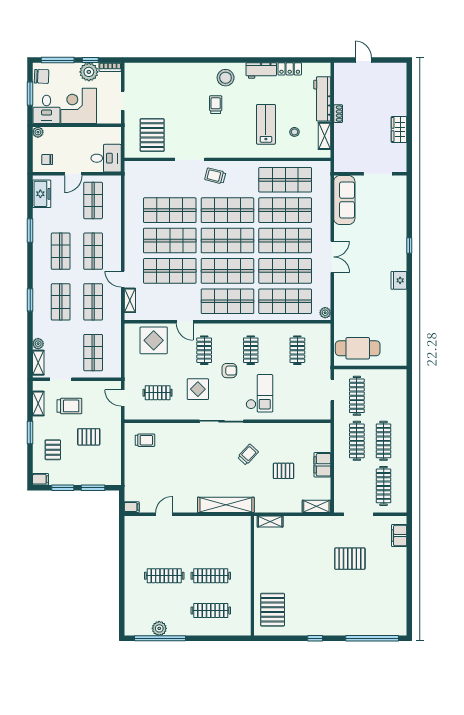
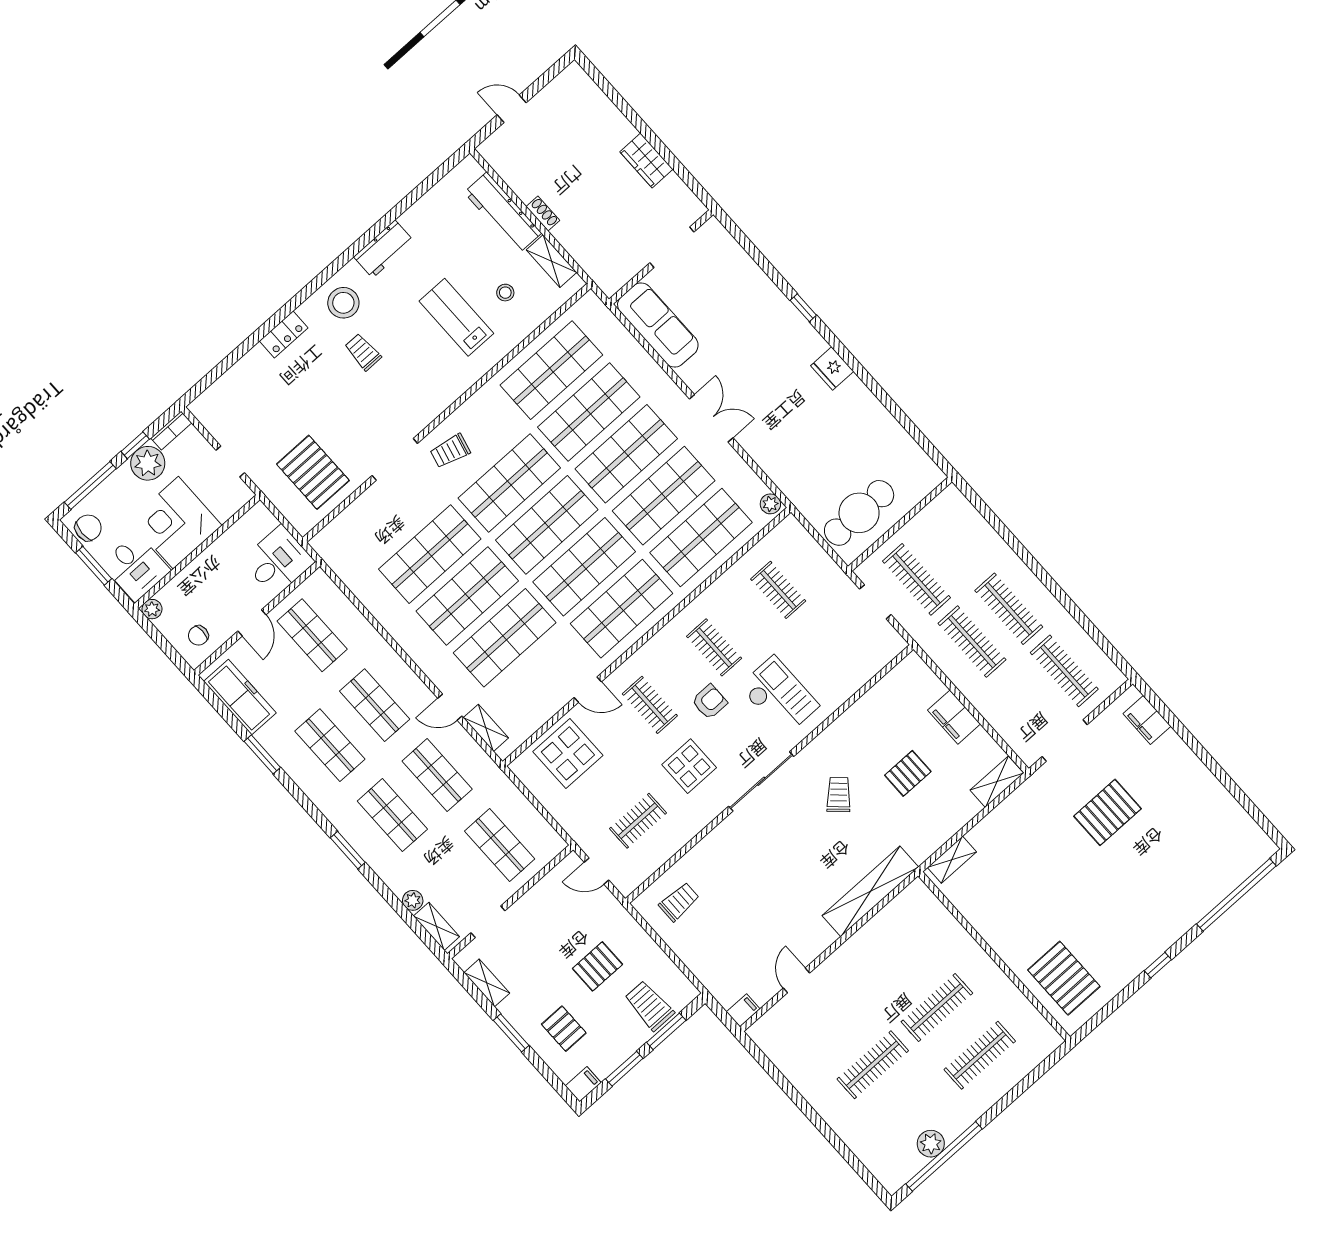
locker: (290, 69) -> (284, 334), moved
freezer: (42, 194) -> (240, 697), width x1.40
trolley: (69, 406) -> (649, 1006), moved, turned -90

